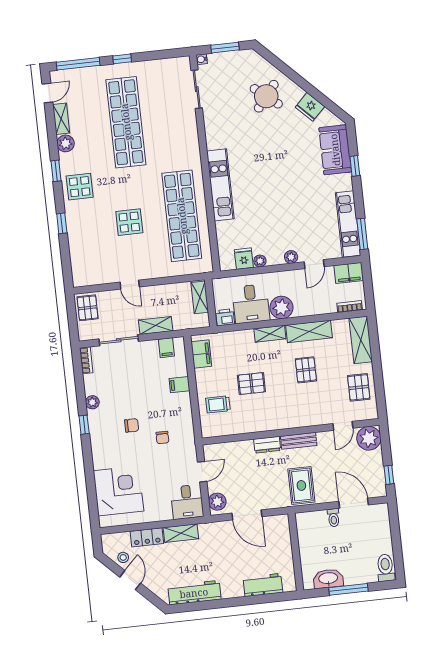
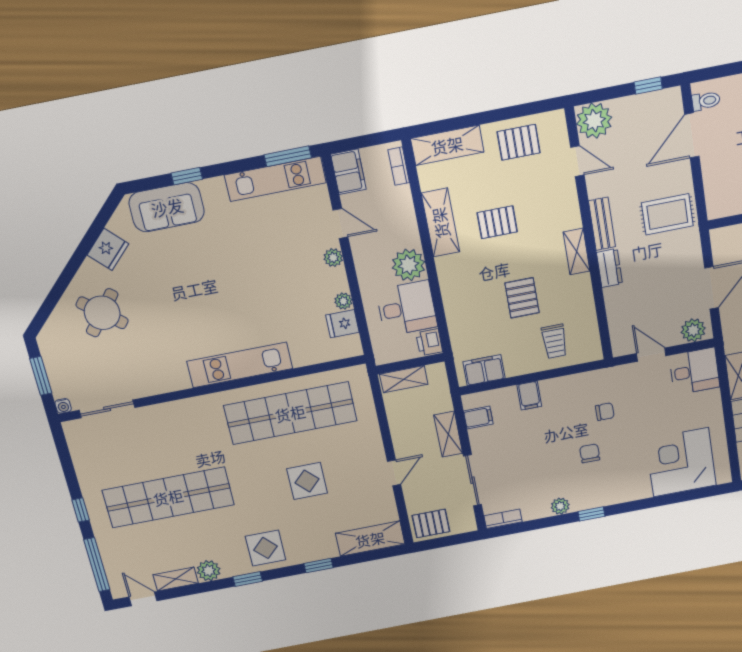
shelving: (80, 263) -> (370, 539), added
shelving: (270, 334) -> (577, 252), moved
toilet: (334, 518) -> (706, 101), moved

